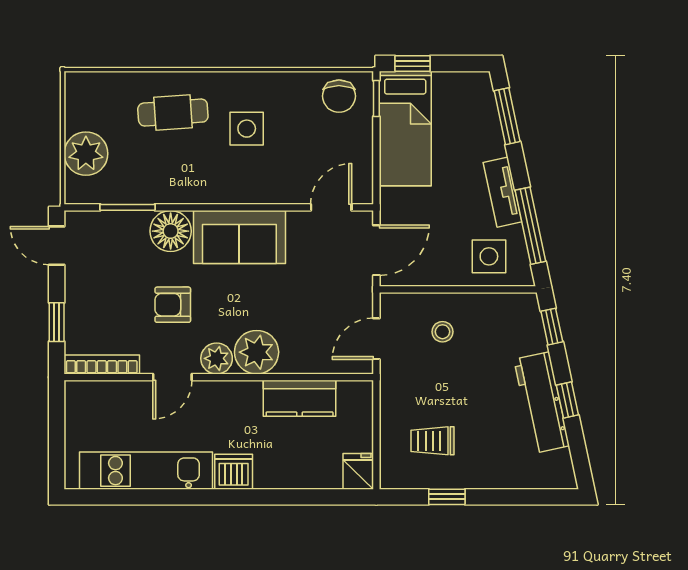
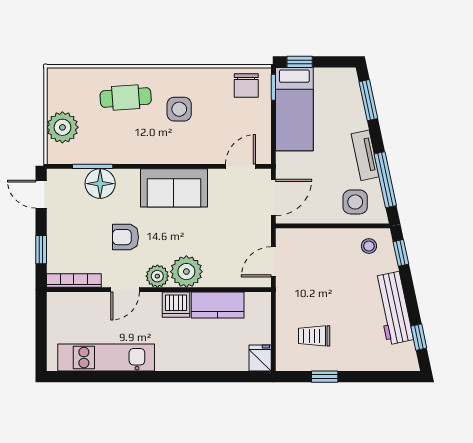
floor lamp: (171, 231) -> (100, 184), moved
stool: (442, 332) -> (369, 246), moved
window: (567, 400) -> (419, 337), moved
dishwasher: (234, 472) -> (176, 305), moved, turned 180

